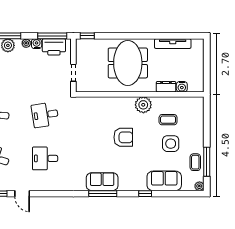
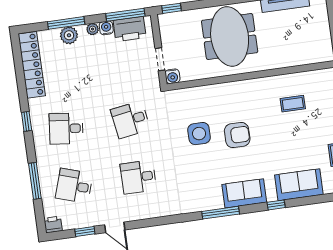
dresser: (166, 87) -> (284, 61), removed
water cooler: (182, 87) -> (173, 76), moved
plant: (143, 105) -> (258, 89), removed
side table: (171, 144) -> (199, 134), moved
sofa: (102, 182) -> (244, 193), moved

